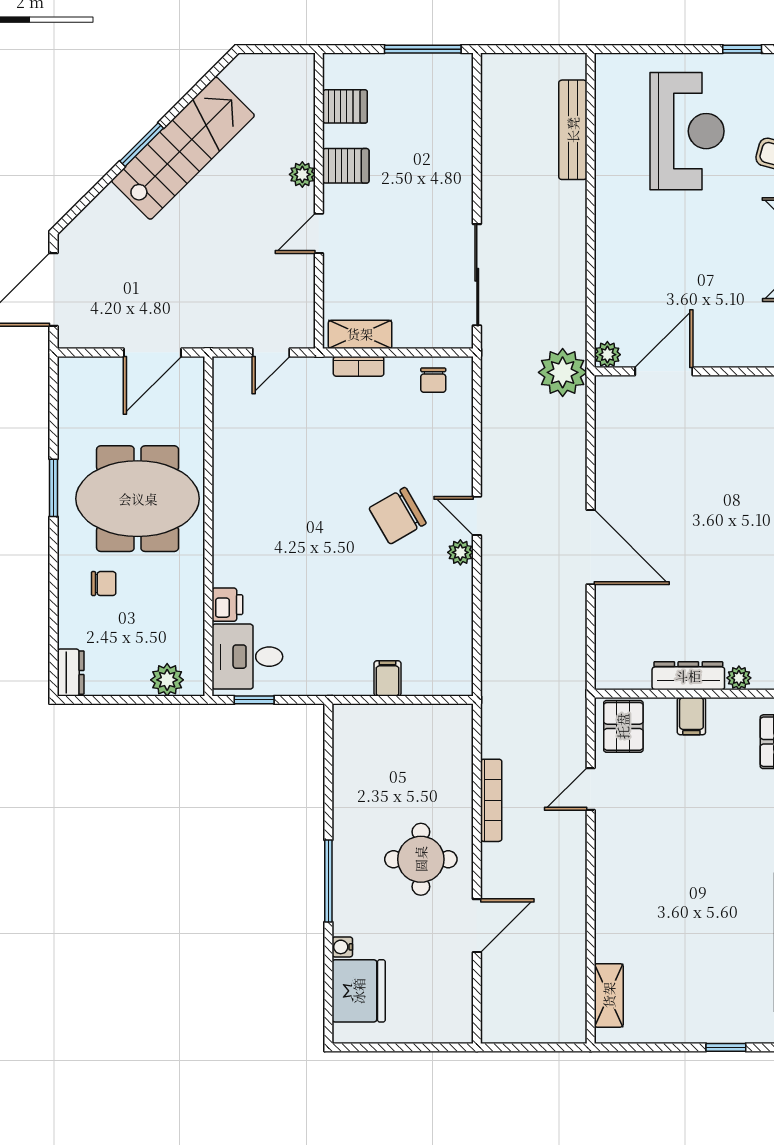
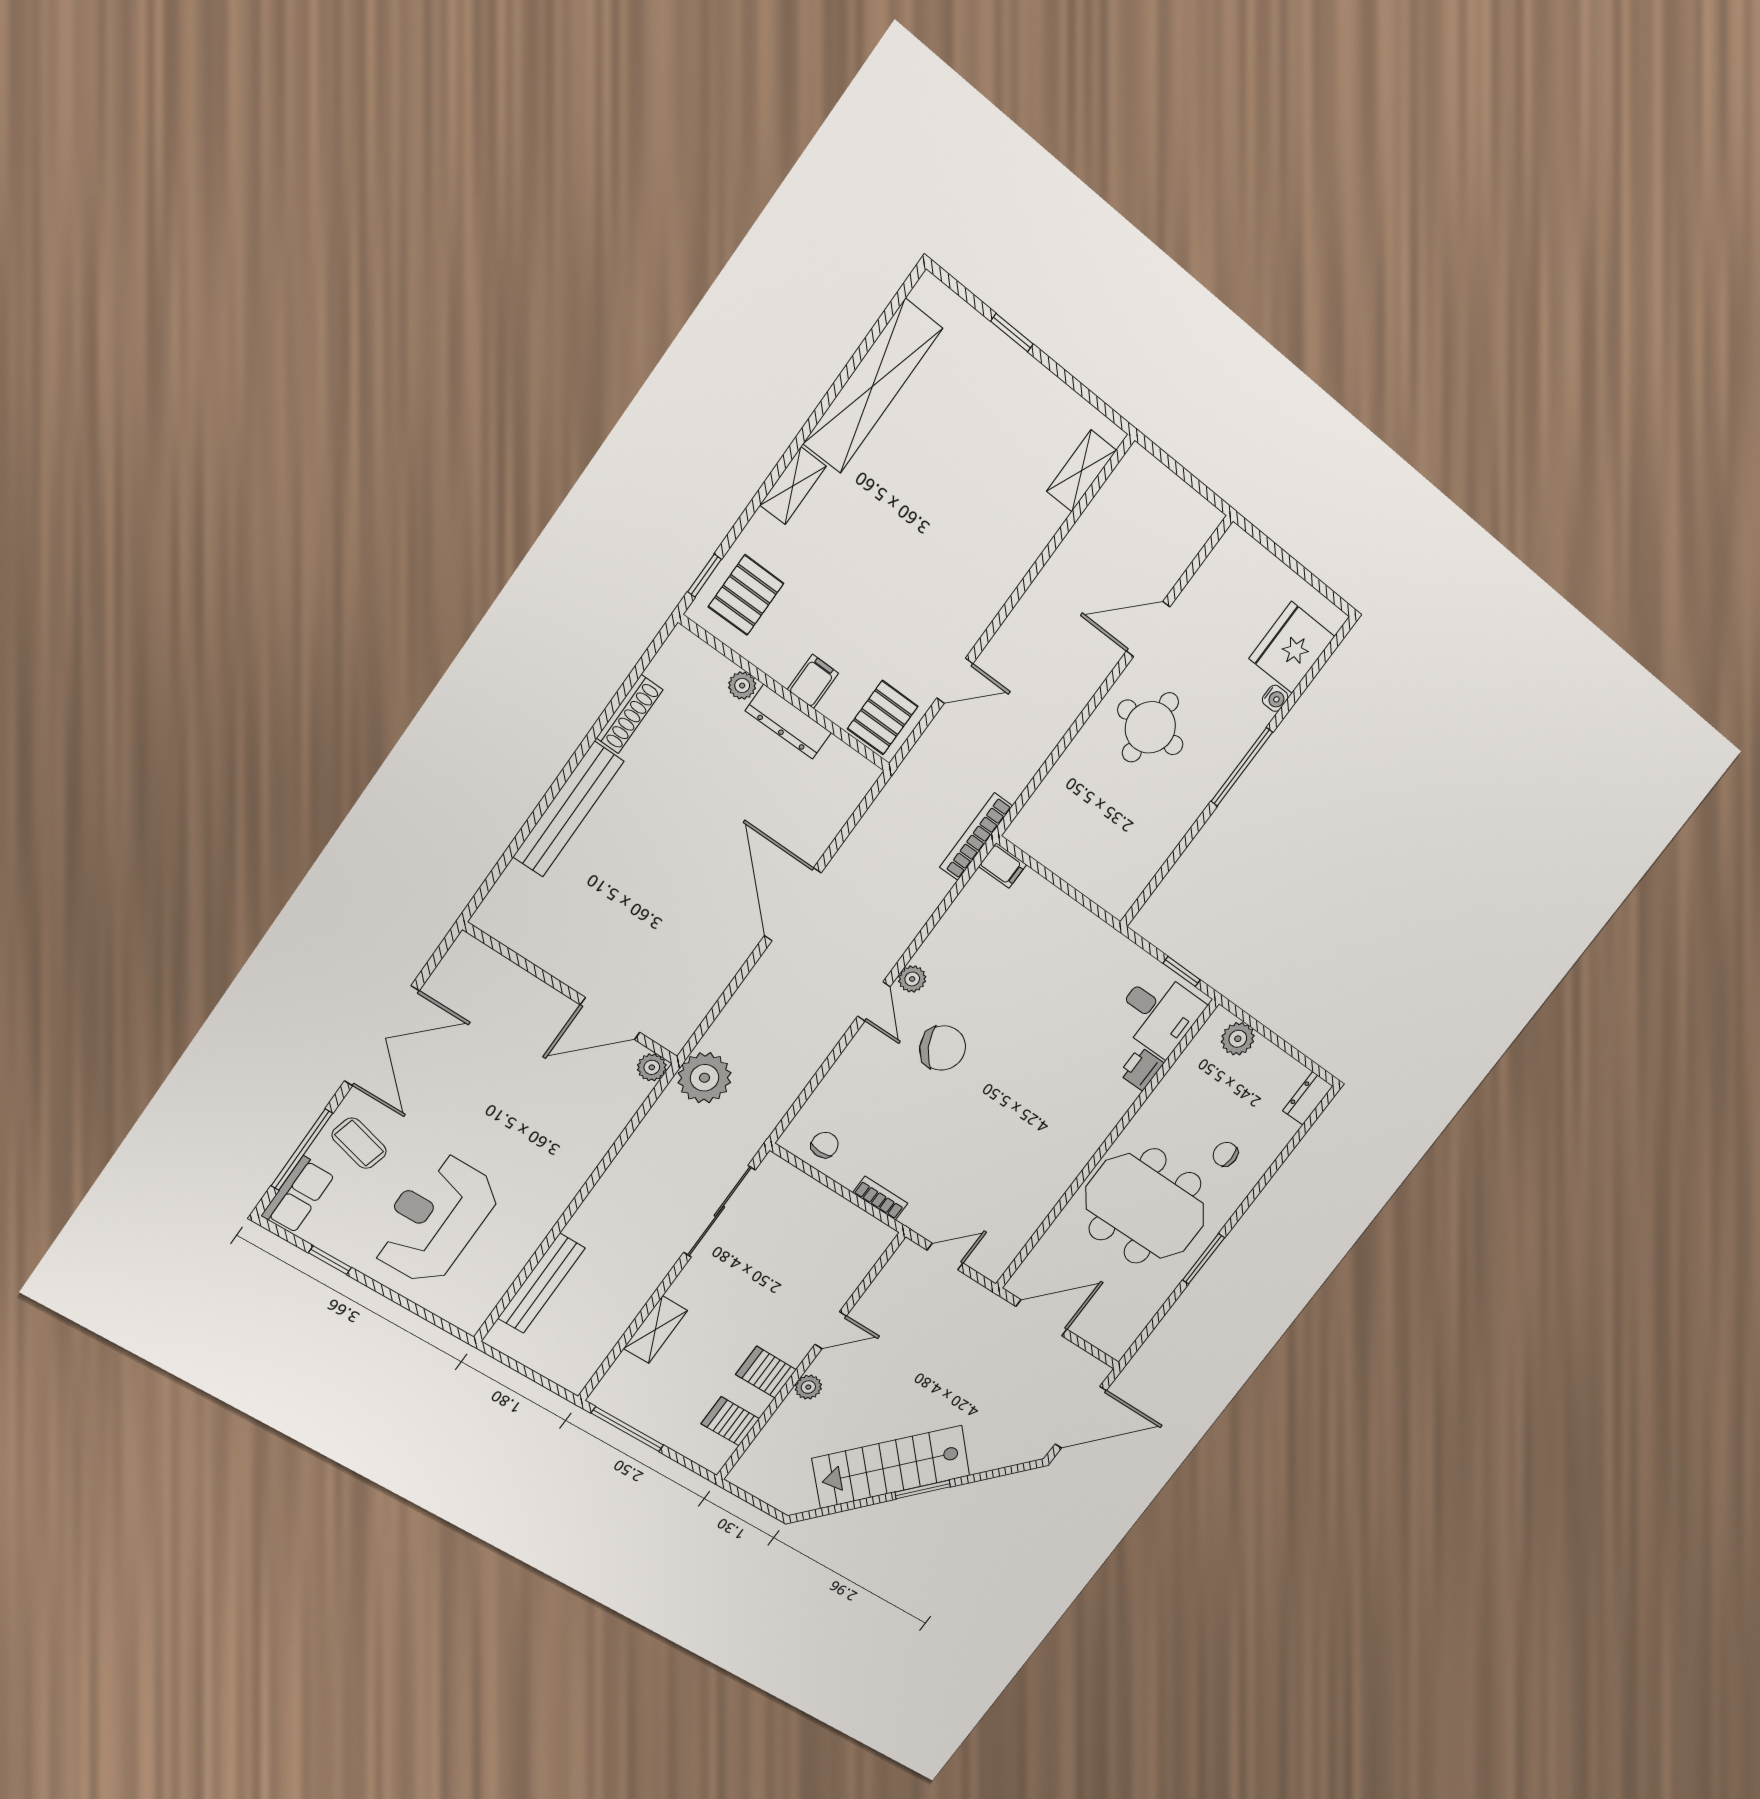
shelving: (360, 334) -> (655, 1330), moved, turned 90
filing cabinet: (388, 678) -> (1003, 866), moved, turned -90
bookcase: (491, 800) -> (976, 837), moved

